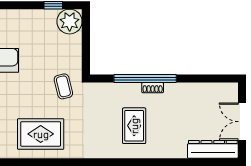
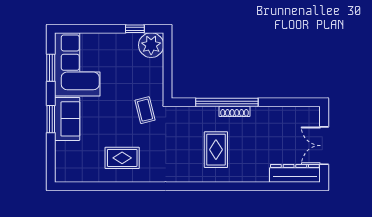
shoe rack: (153, 88) -> (234, 111), width x1.43
rug: (41, 134) -> (122, 158), width x0.73, depth x0.70

